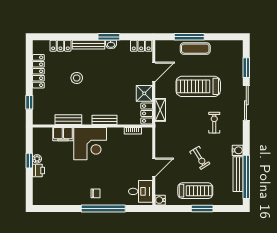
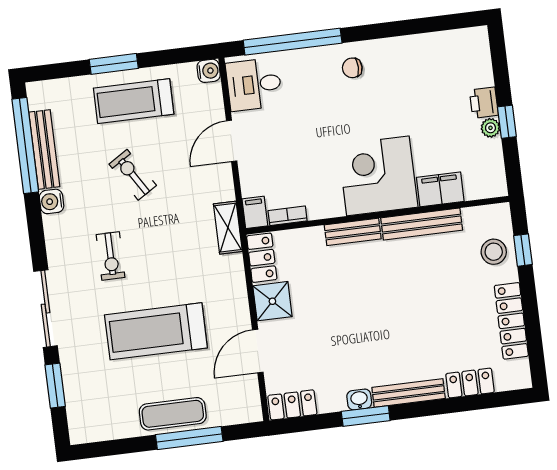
stool: (77, 78) -> (494, 252), moved
treadmill: (198, 86) -> (156, 331), turned 180
shelving: (160, 110) -> (228, 228), moved
bench: (68, 120) -> (422, 224), width x1.36
filing cabinet: (147, 134) -> (255, 212), added
window: (103, 208) -> (293, 42), moved

